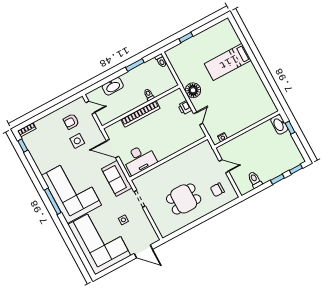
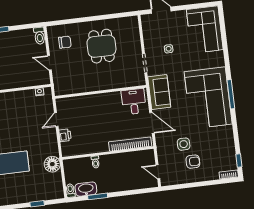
washbasin: (113, 86) -> (86, 189), moved
floor lamp: (193, 90) -> (52, 164), moved
bookcase: (140, 114) -> (130, 144), moved
armchair: (71, 122) -> (193, 162), moved
desk: (140, 159) -> (134, 102), width x0.73
toilet: (255, 180) -> (40, 36), moved
dining table: (184, 199) -> (101, 46), turned 90
corner sofa: (99, 240) -> (205, 30), width x0.73, depth x0.74

